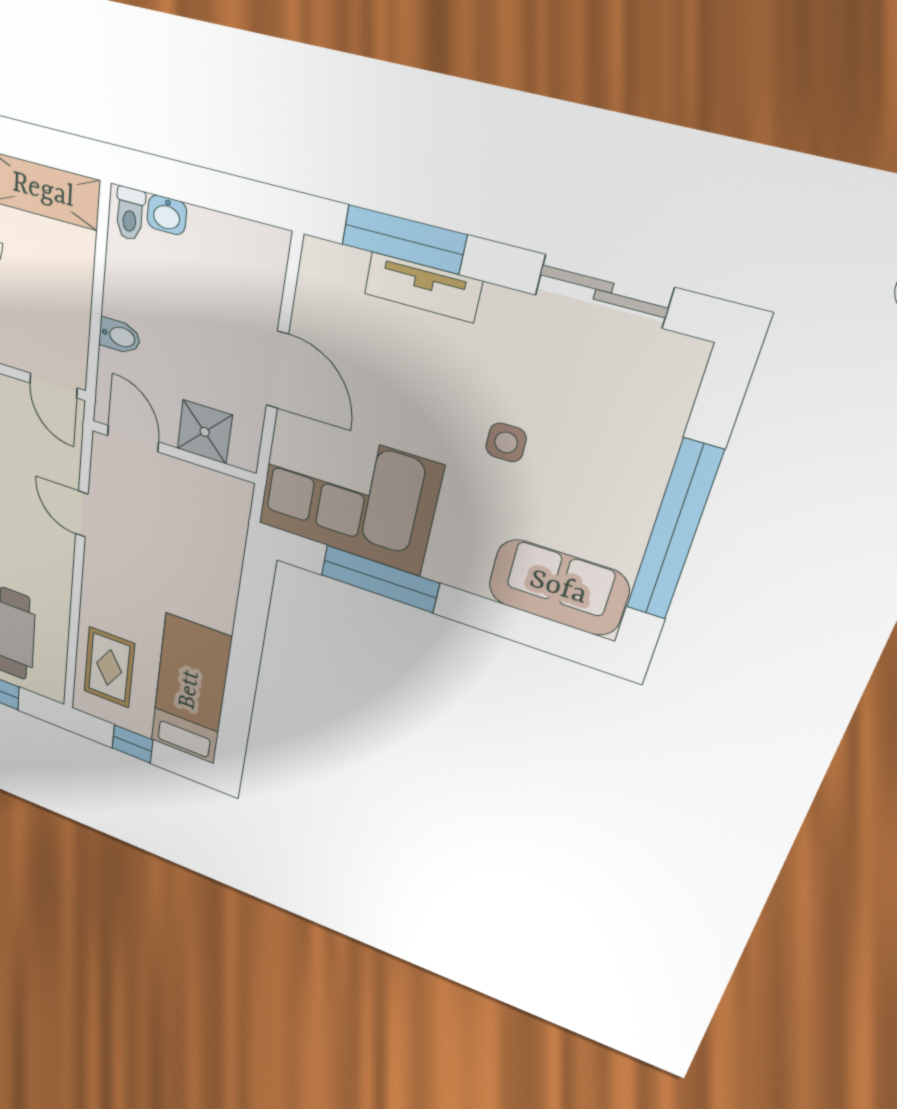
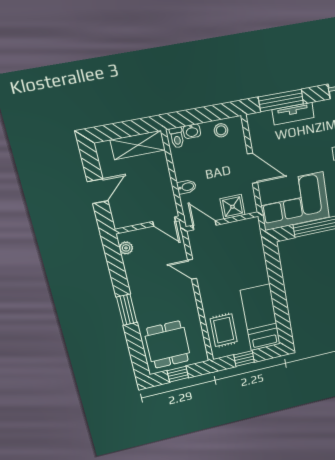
stool: (233, 245) -> (221, 130), added

